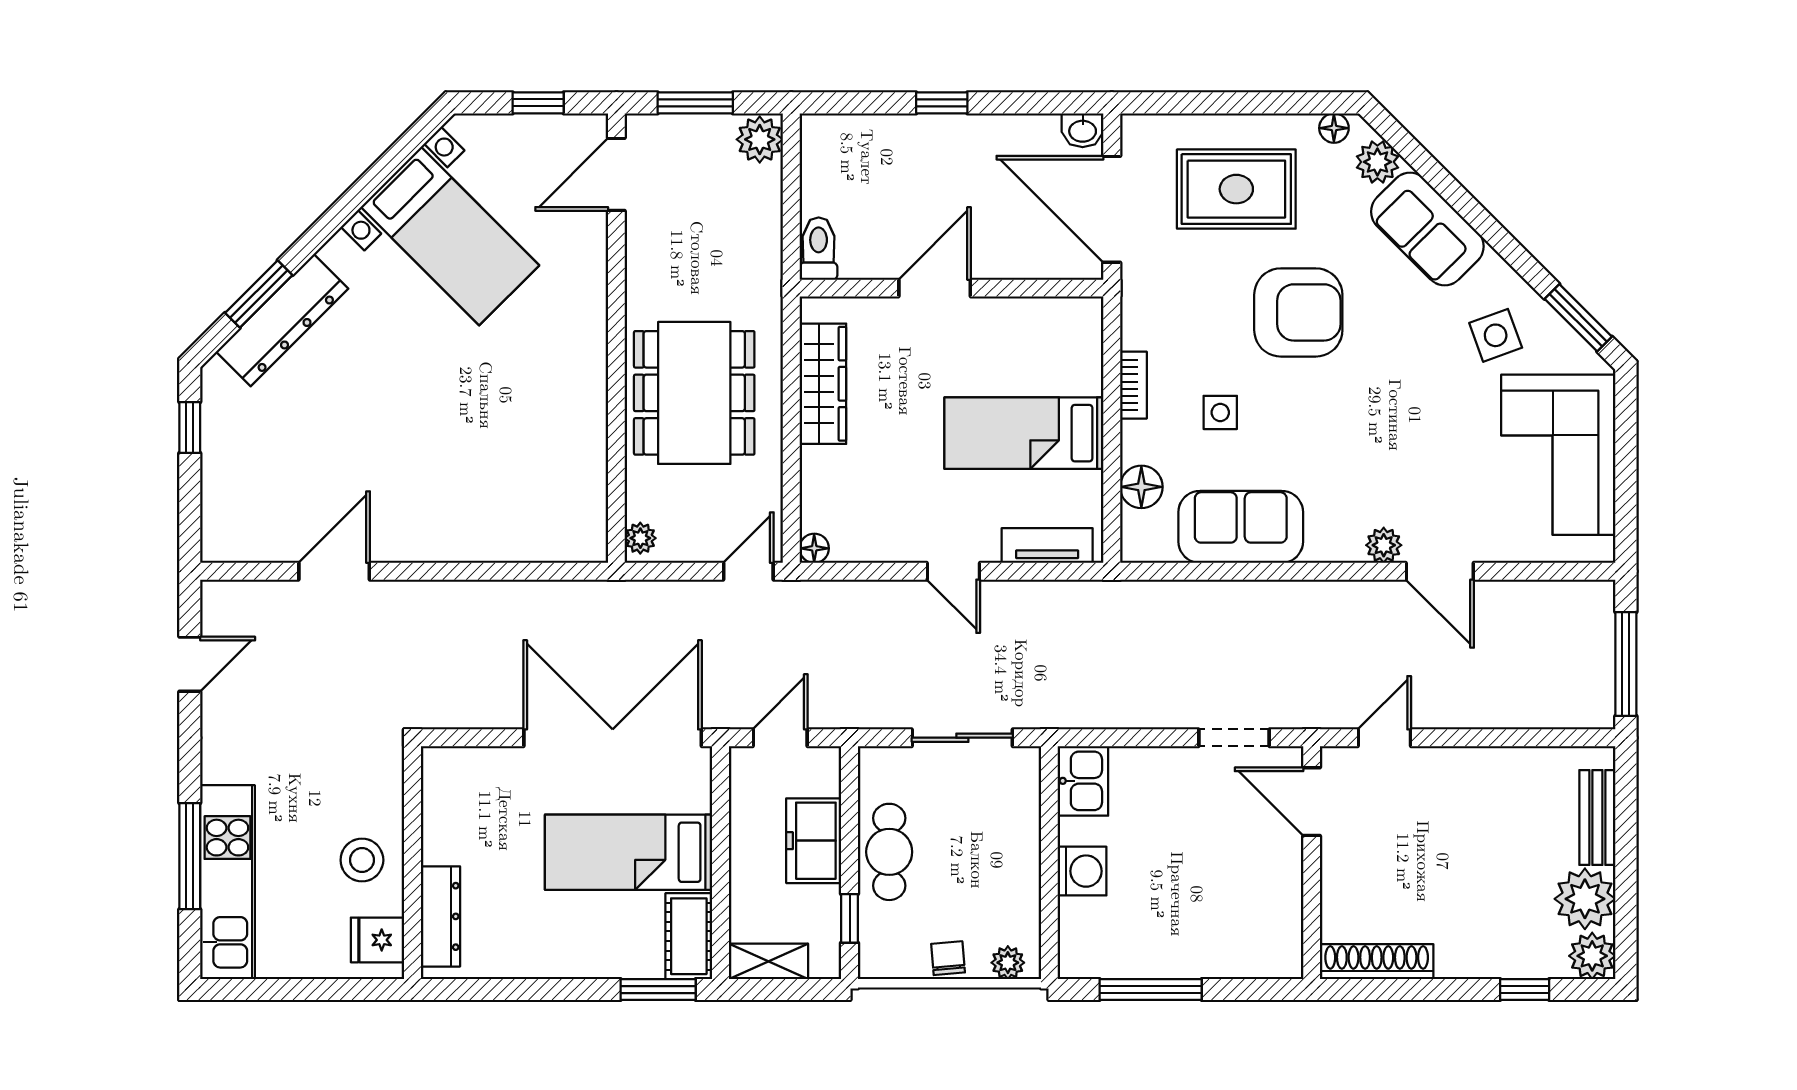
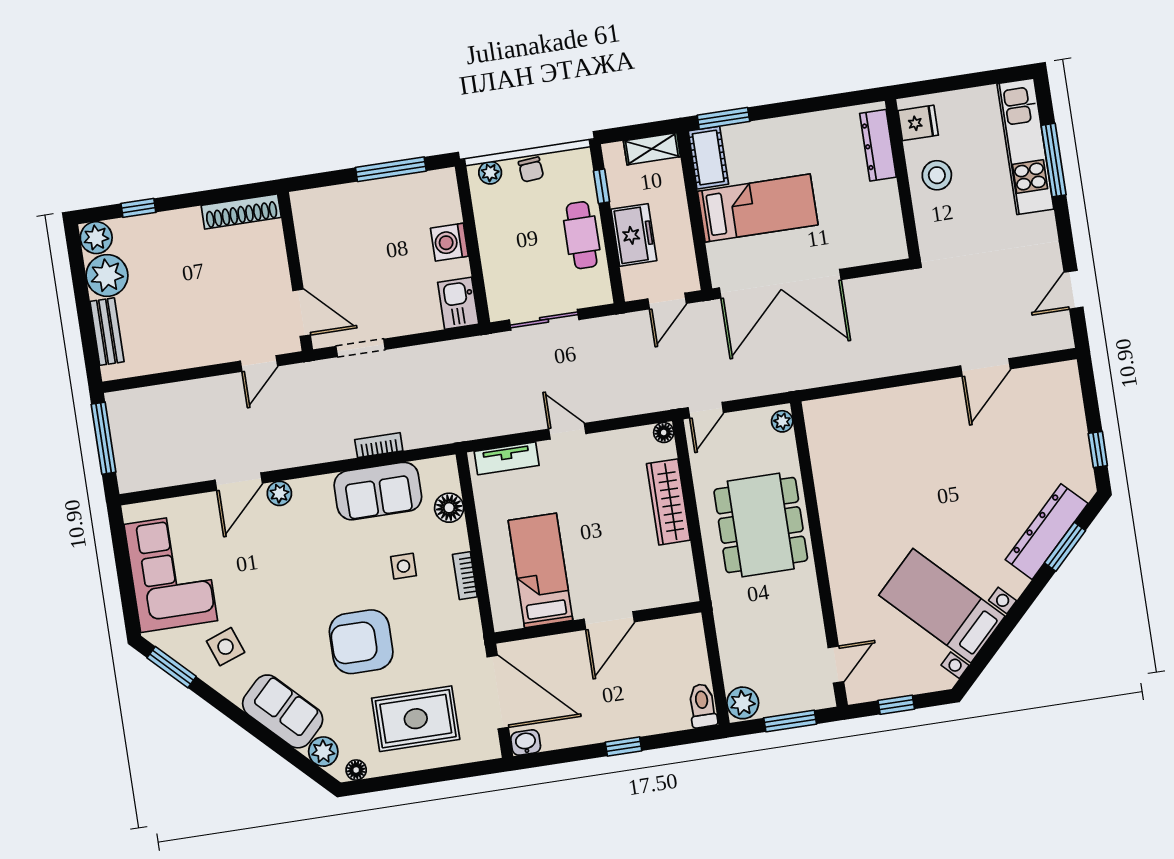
door: (616, 174) -> (836, 665), width x0.73
toilet: (819, 249) -> (702, 706), moved, turned 180
wardrobe: (823, 384) -> (668, 502), moved
bed: (1024, 433) -> (541, 570), moved, turned -90
door: (1440, 571) -> (239, 482), swing flipped
bookcase: (1229, 593) -> (379, 445), added

